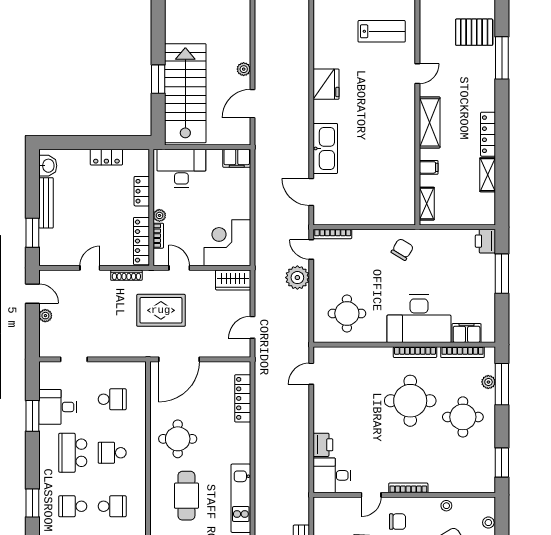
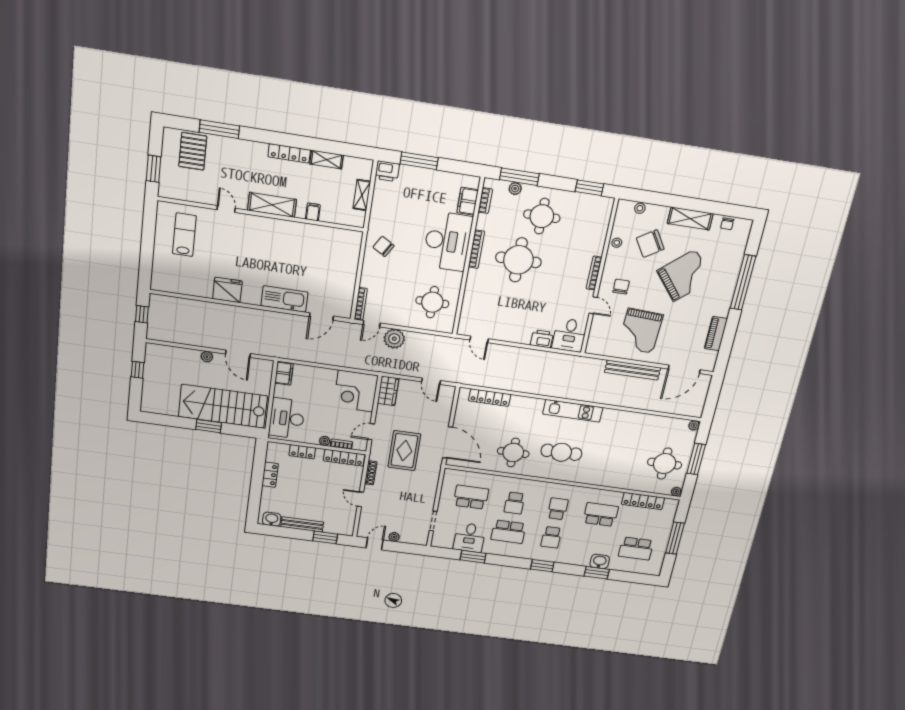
shelving: (427, 204) -> (362, 195), moved, turned 90
bookcase: (463, 352) -> (485, 201), width x0.64
school desk: (112, 399) -> (471, 497), width x1.85

